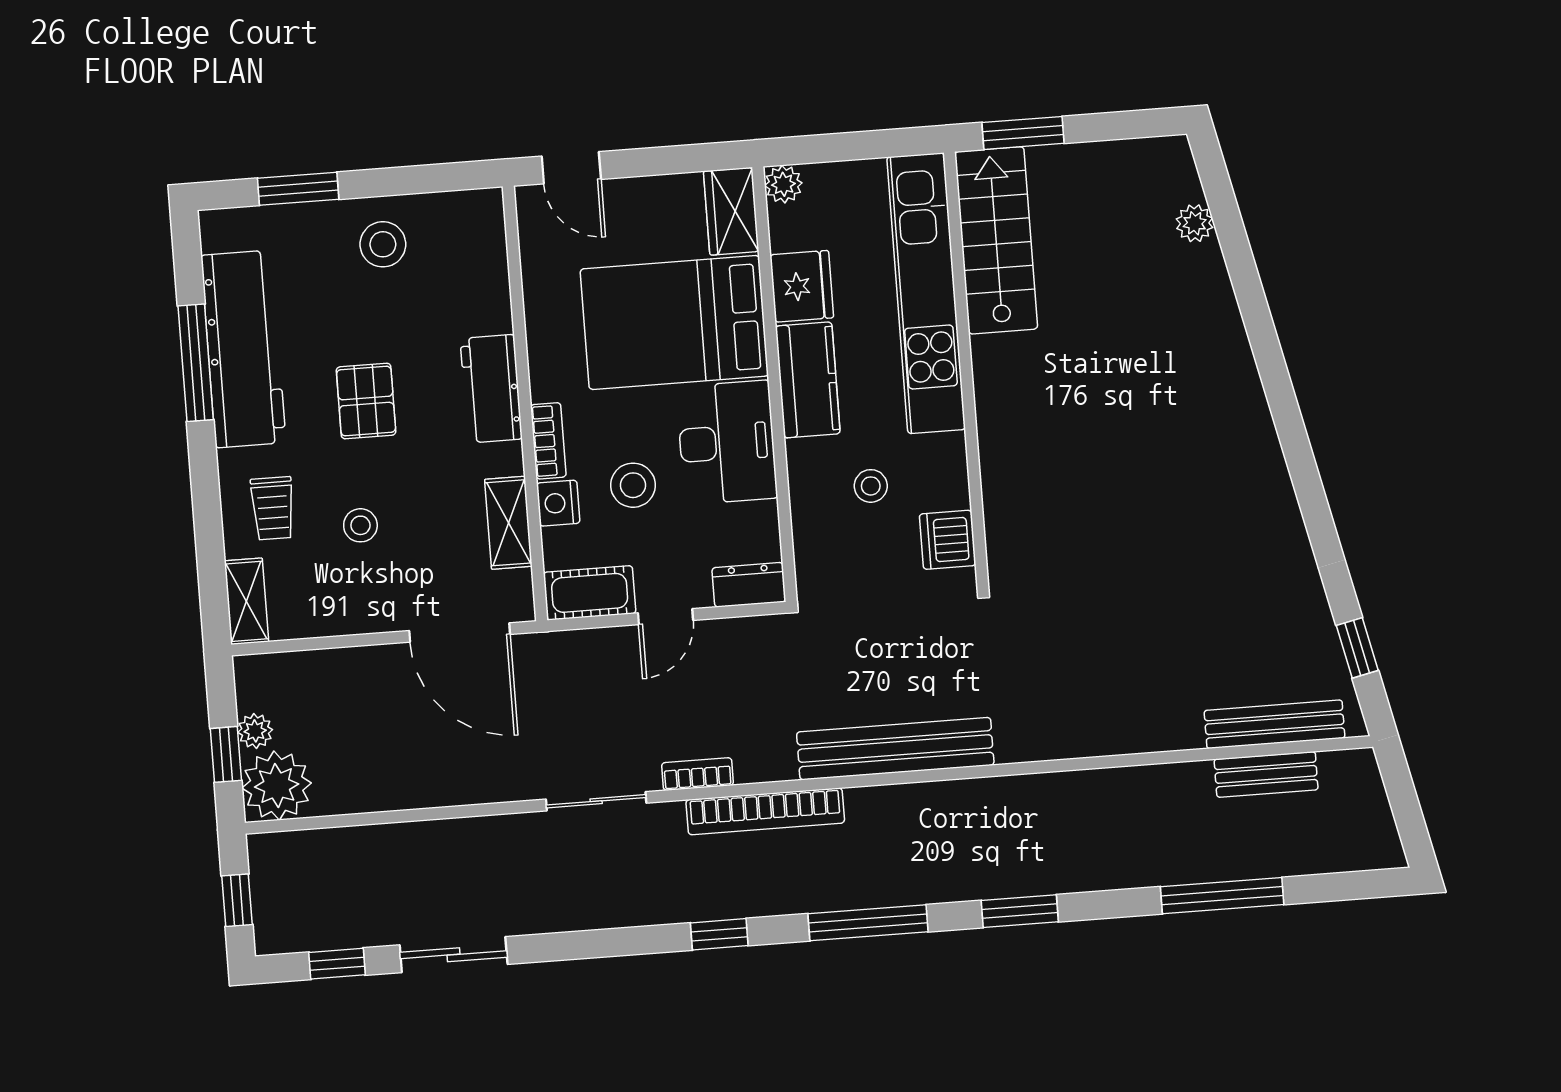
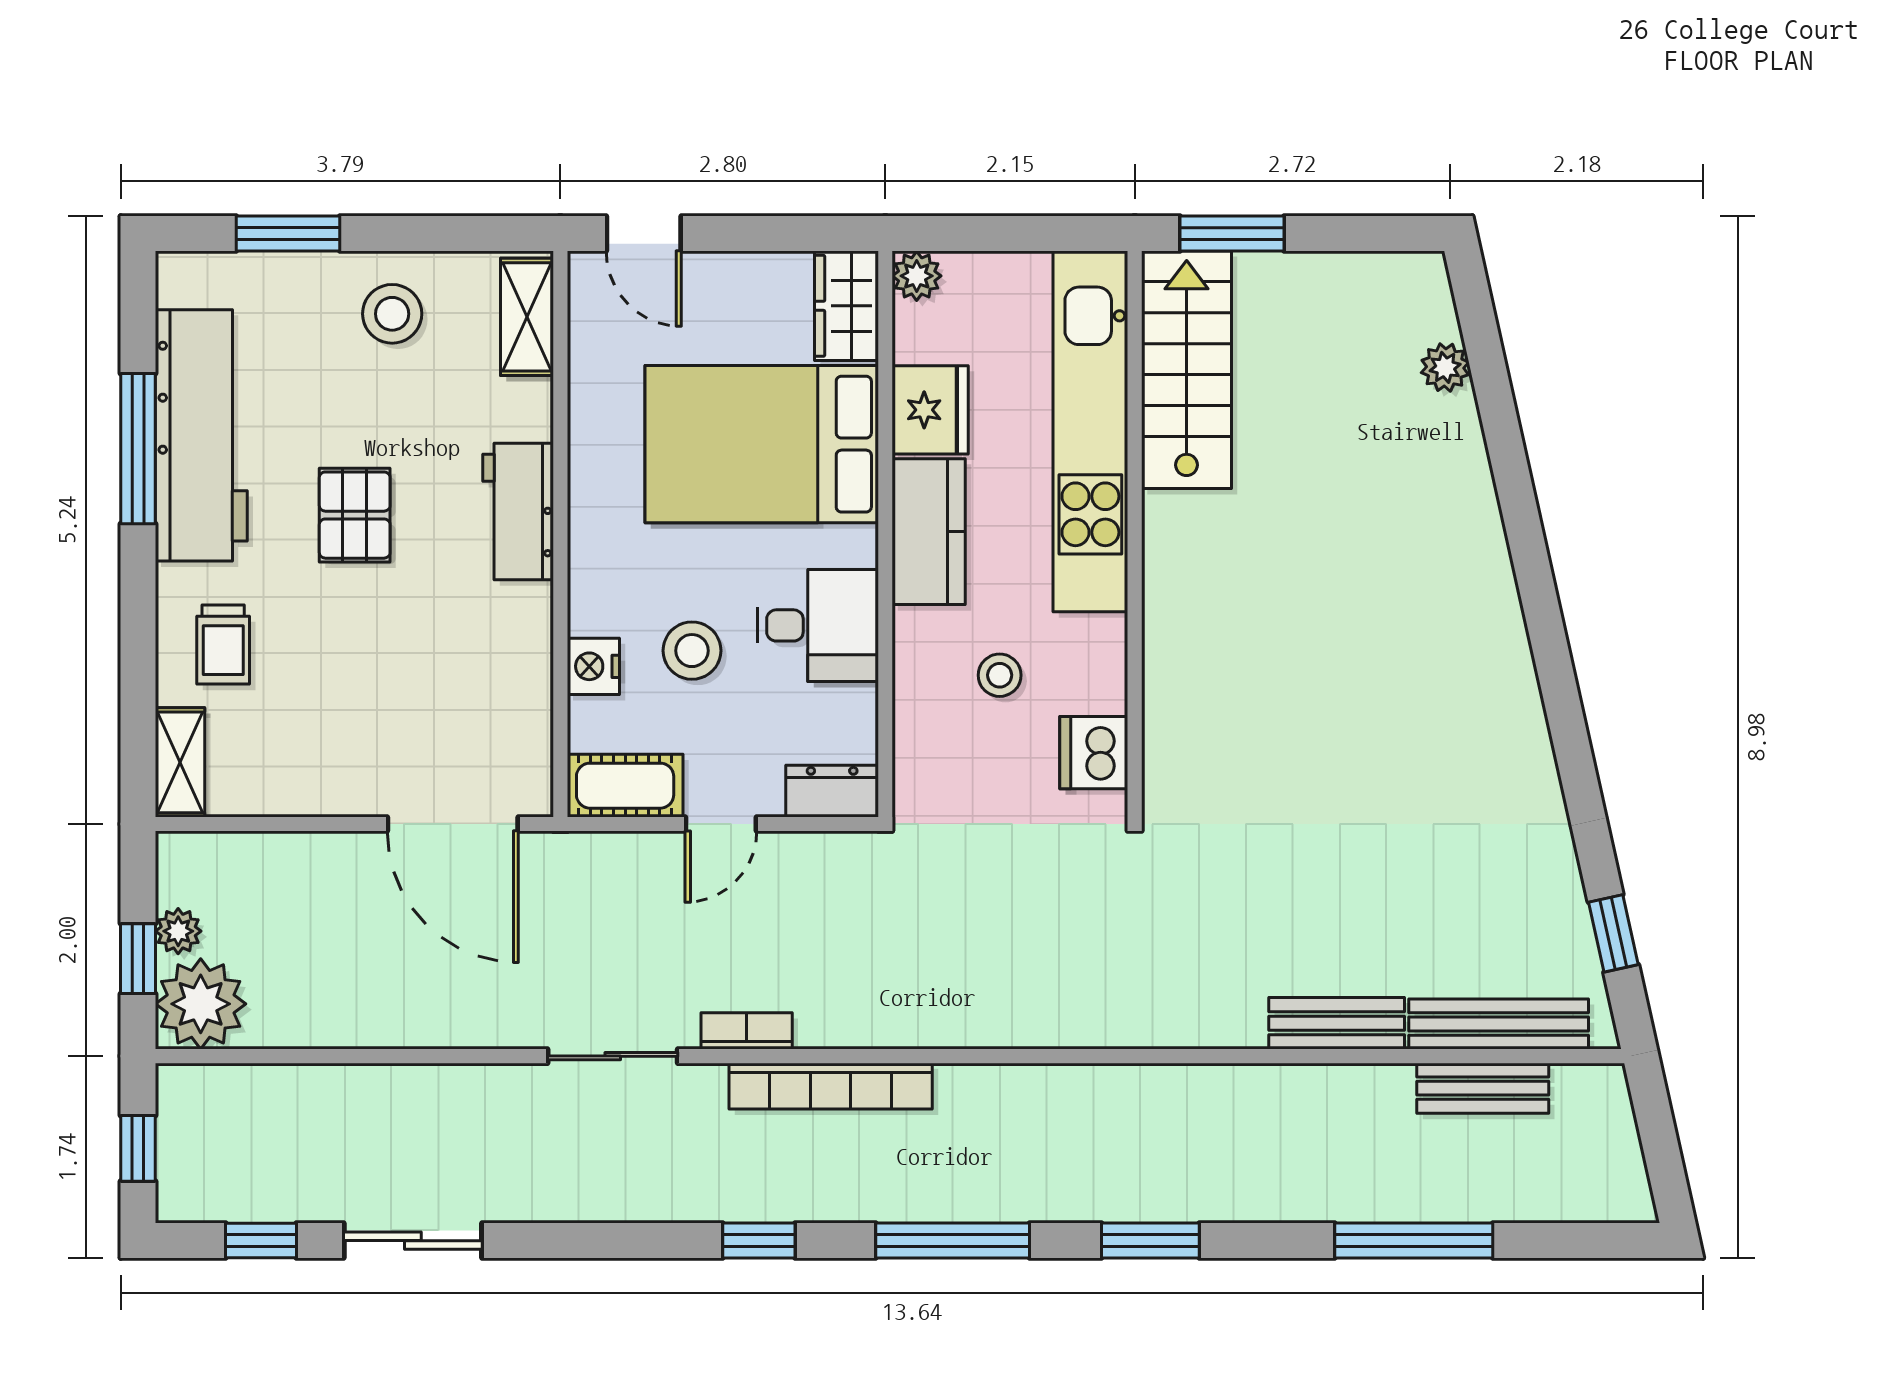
bookcase: (548, 441) -> (587, 585), removed
desk: (727, 442) -> (818, 625), width x0.73
shelving: (508, 523) -> (527, 317), moved
stool: (360, 525) -> (335, 675), removed
bench: (895, 749) -> (1337, 1023), moved, width x0.54, depth x0.82

